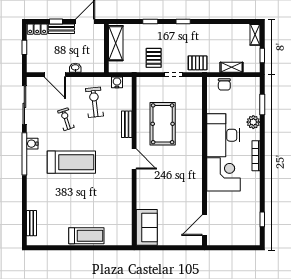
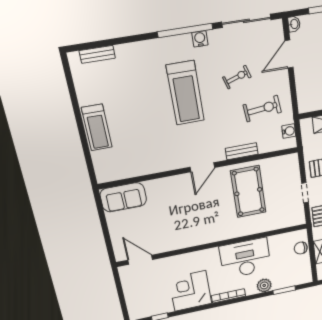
washbasin: (75, 68) -> (294, 24), moved
pool table: (163, 124) -> (248, 192), turned 90
corner desk: (224, 174) -> (190, 291), moved, turned 180

